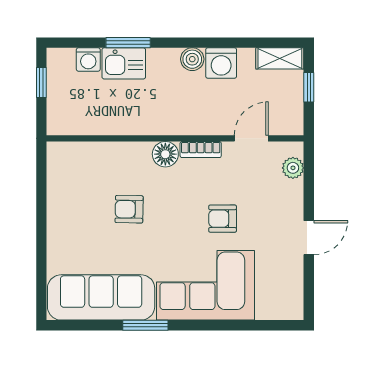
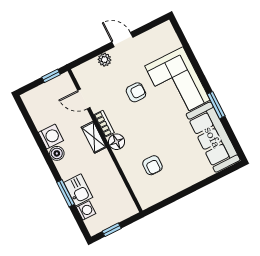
shelving: (280, 58) -> (94, 137), moved
window: (309, 87) -> (51, 76), moved
plant: (293, 168) -> (105, 60), moved
armchair: (129, 209) -> (152, 165), moved
armchair: (223, 219) -> (136, 92), turned -90

